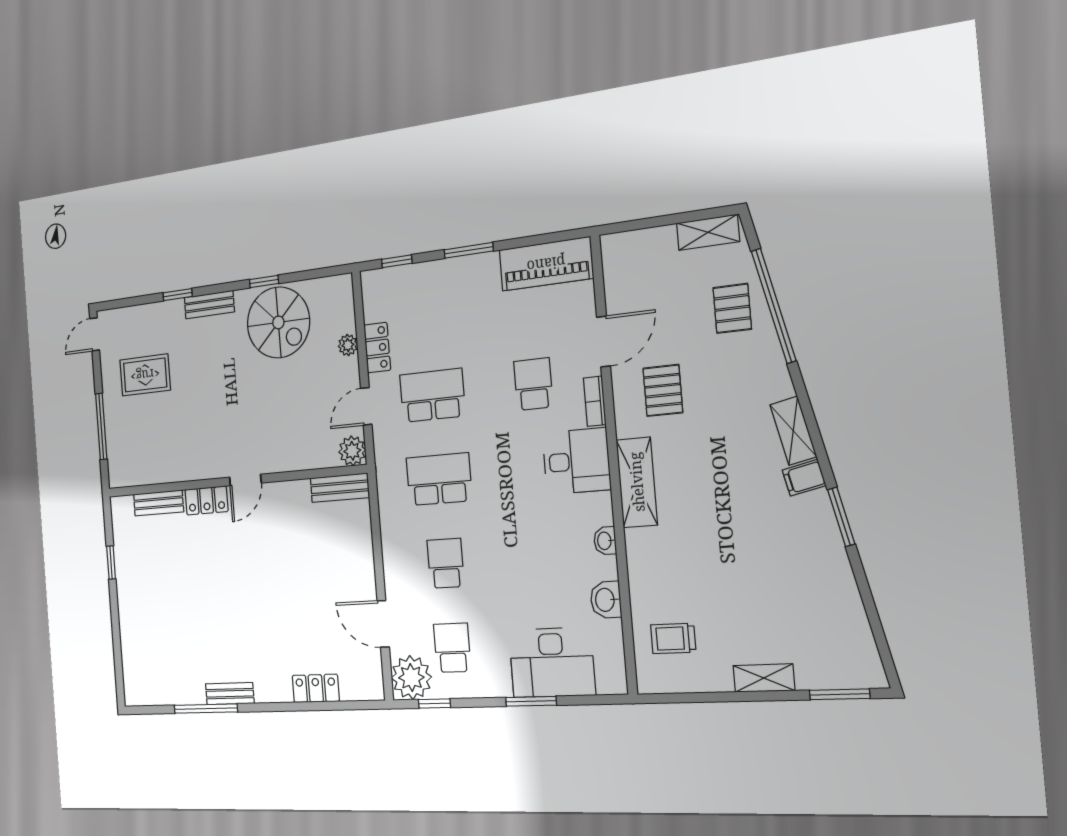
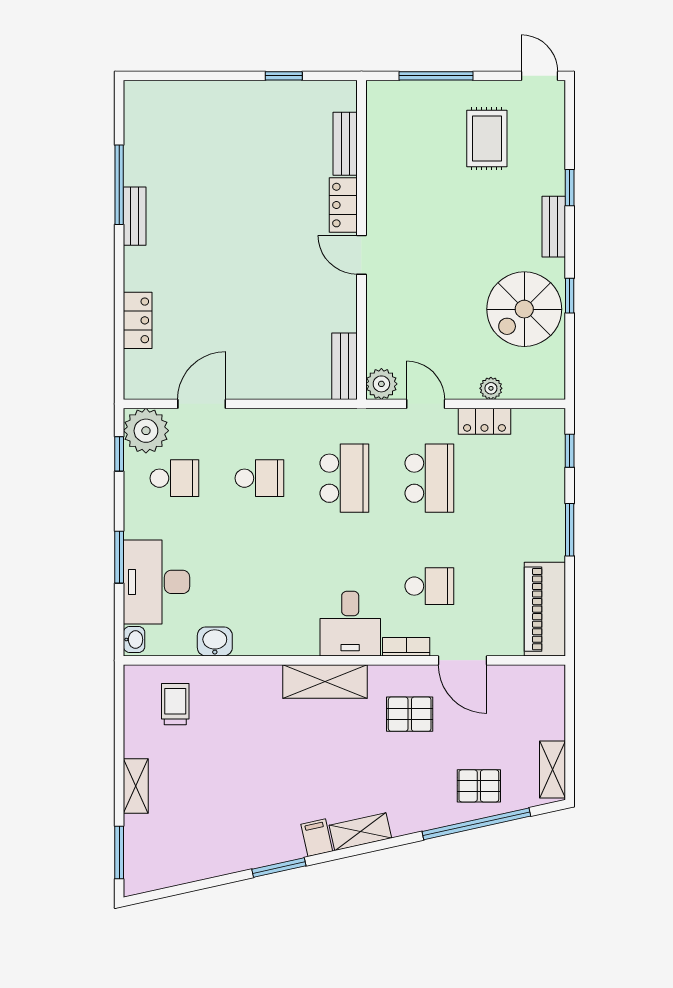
washbasin: (605, 541) -> (134, 640), moved, turned 90

